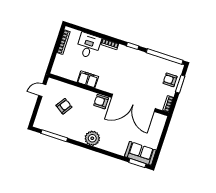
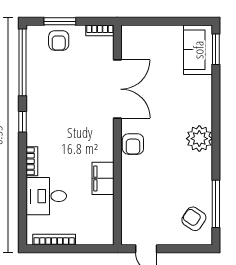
double door: (133, 103) -> (117, 89), width x0.73
armchair: (64, 106) -> (194, 219), moved

